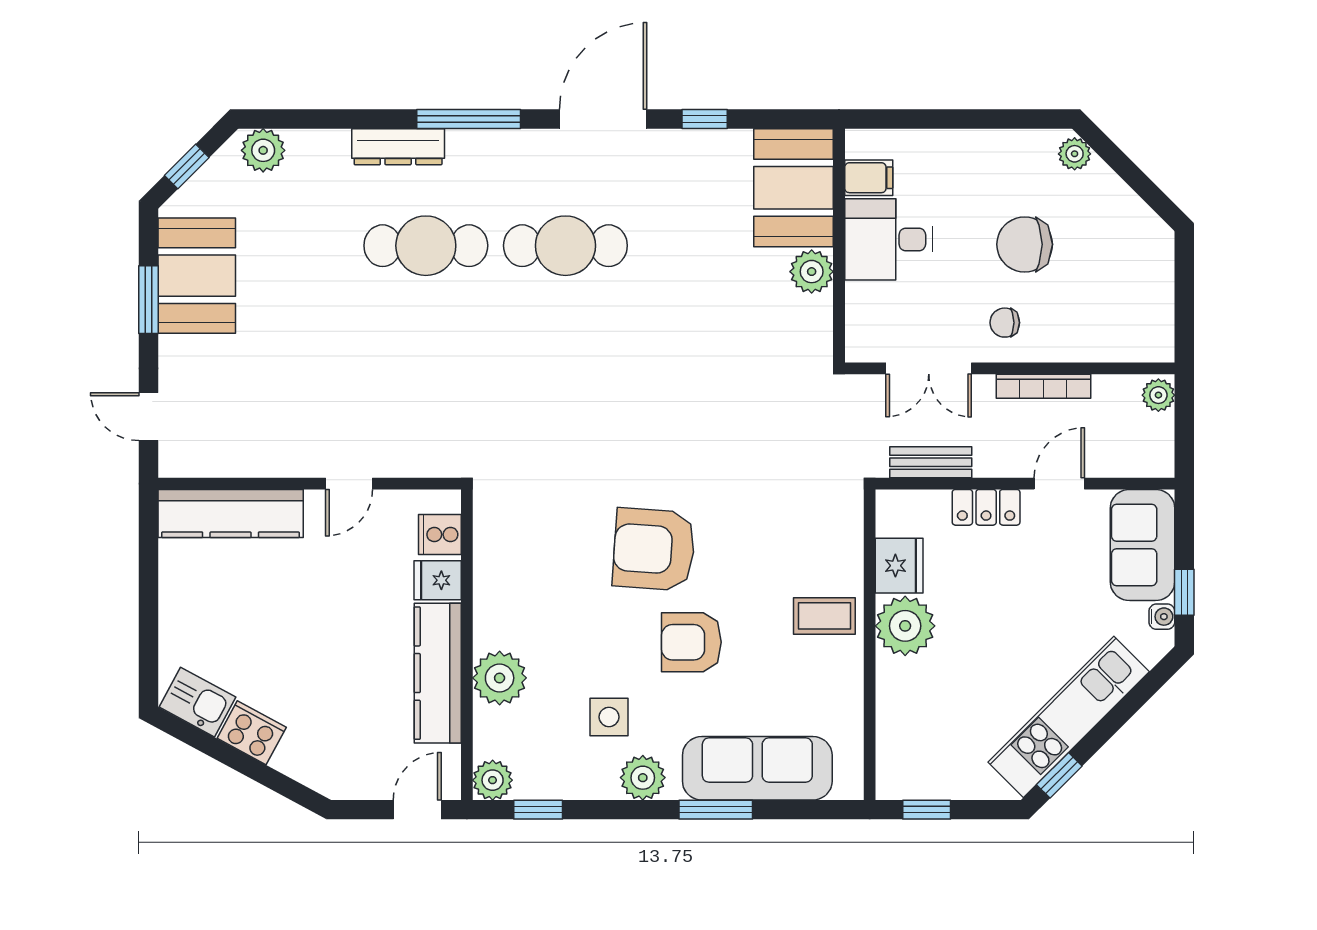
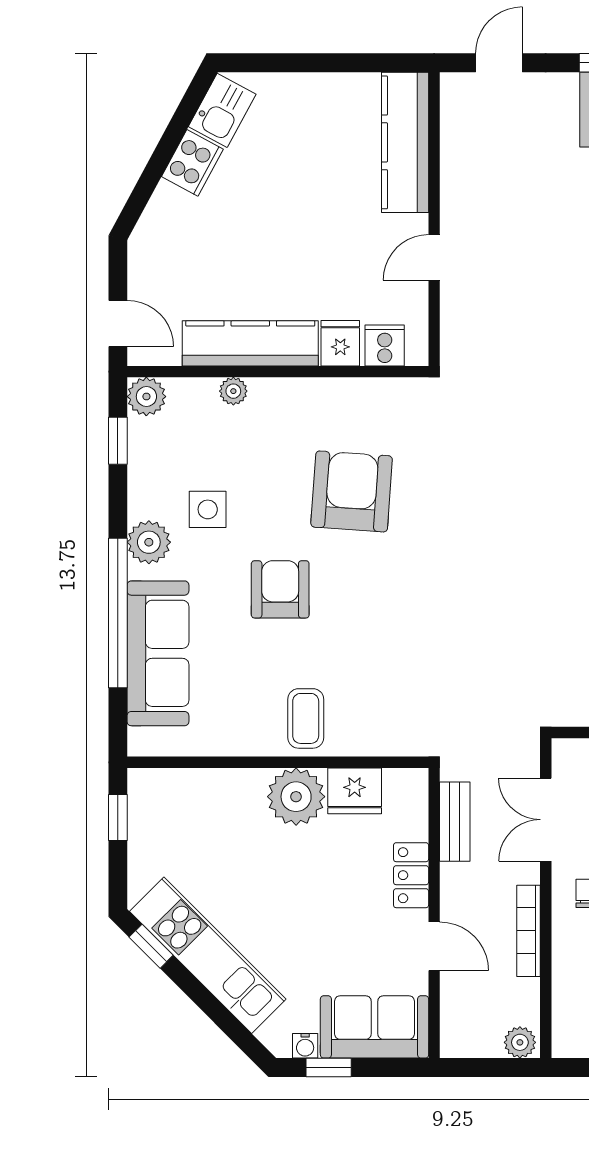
door: (349, 484) -> (434, 257), hinge flipped
armchair: (654, 549) -> (352, 491), moved
plant: (500, 678) -> (233, 391), width x0.53, depth x0.53
window: (716, 810) -> (118, 613), width x2.11

